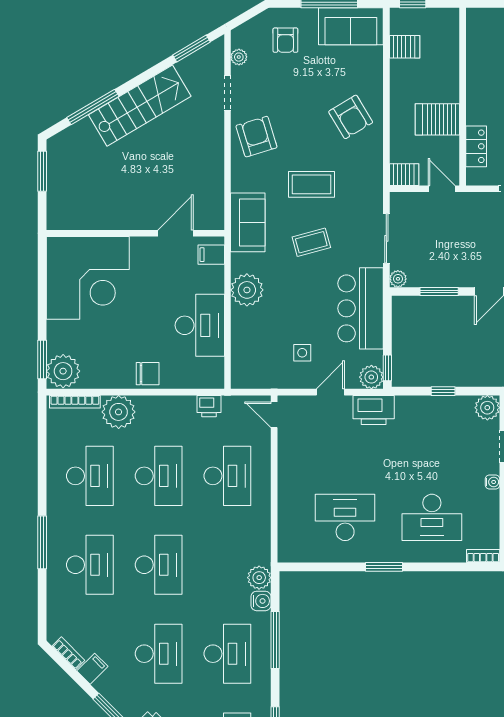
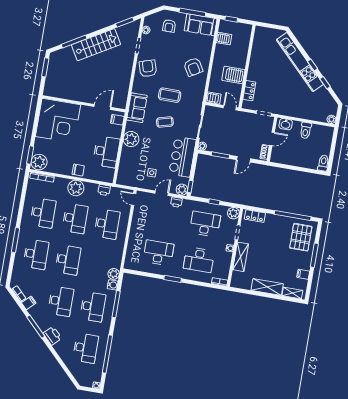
printer: (374, 410) -> (176, 202), width x0.53, depth x0.68
plant: (119, 412) -> (76, 188), moved
desk: (432, 441) -> (205, 224), added

